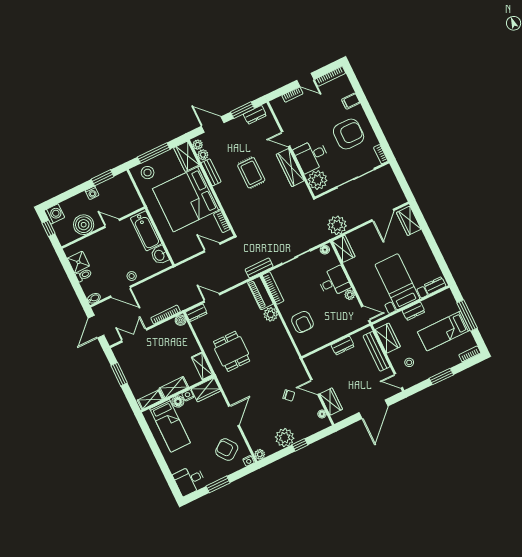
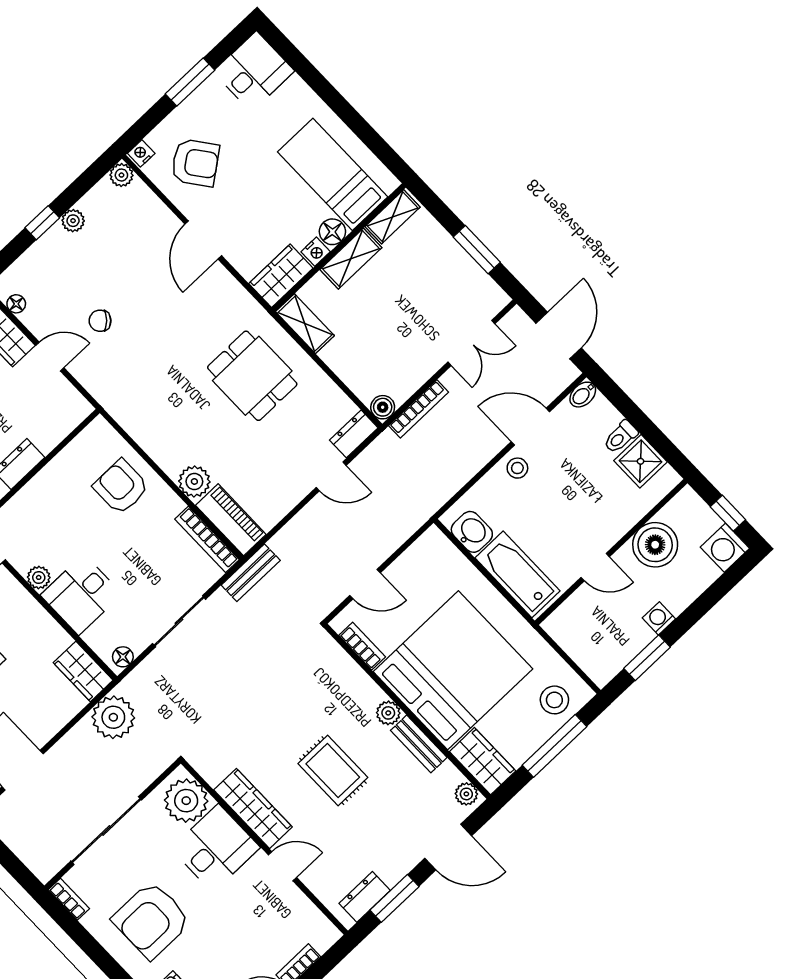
plant: (203, 155) -> (388, 713), moved
plant: (285, 438) -> (73, 221), width x0.53, depth x0.53

